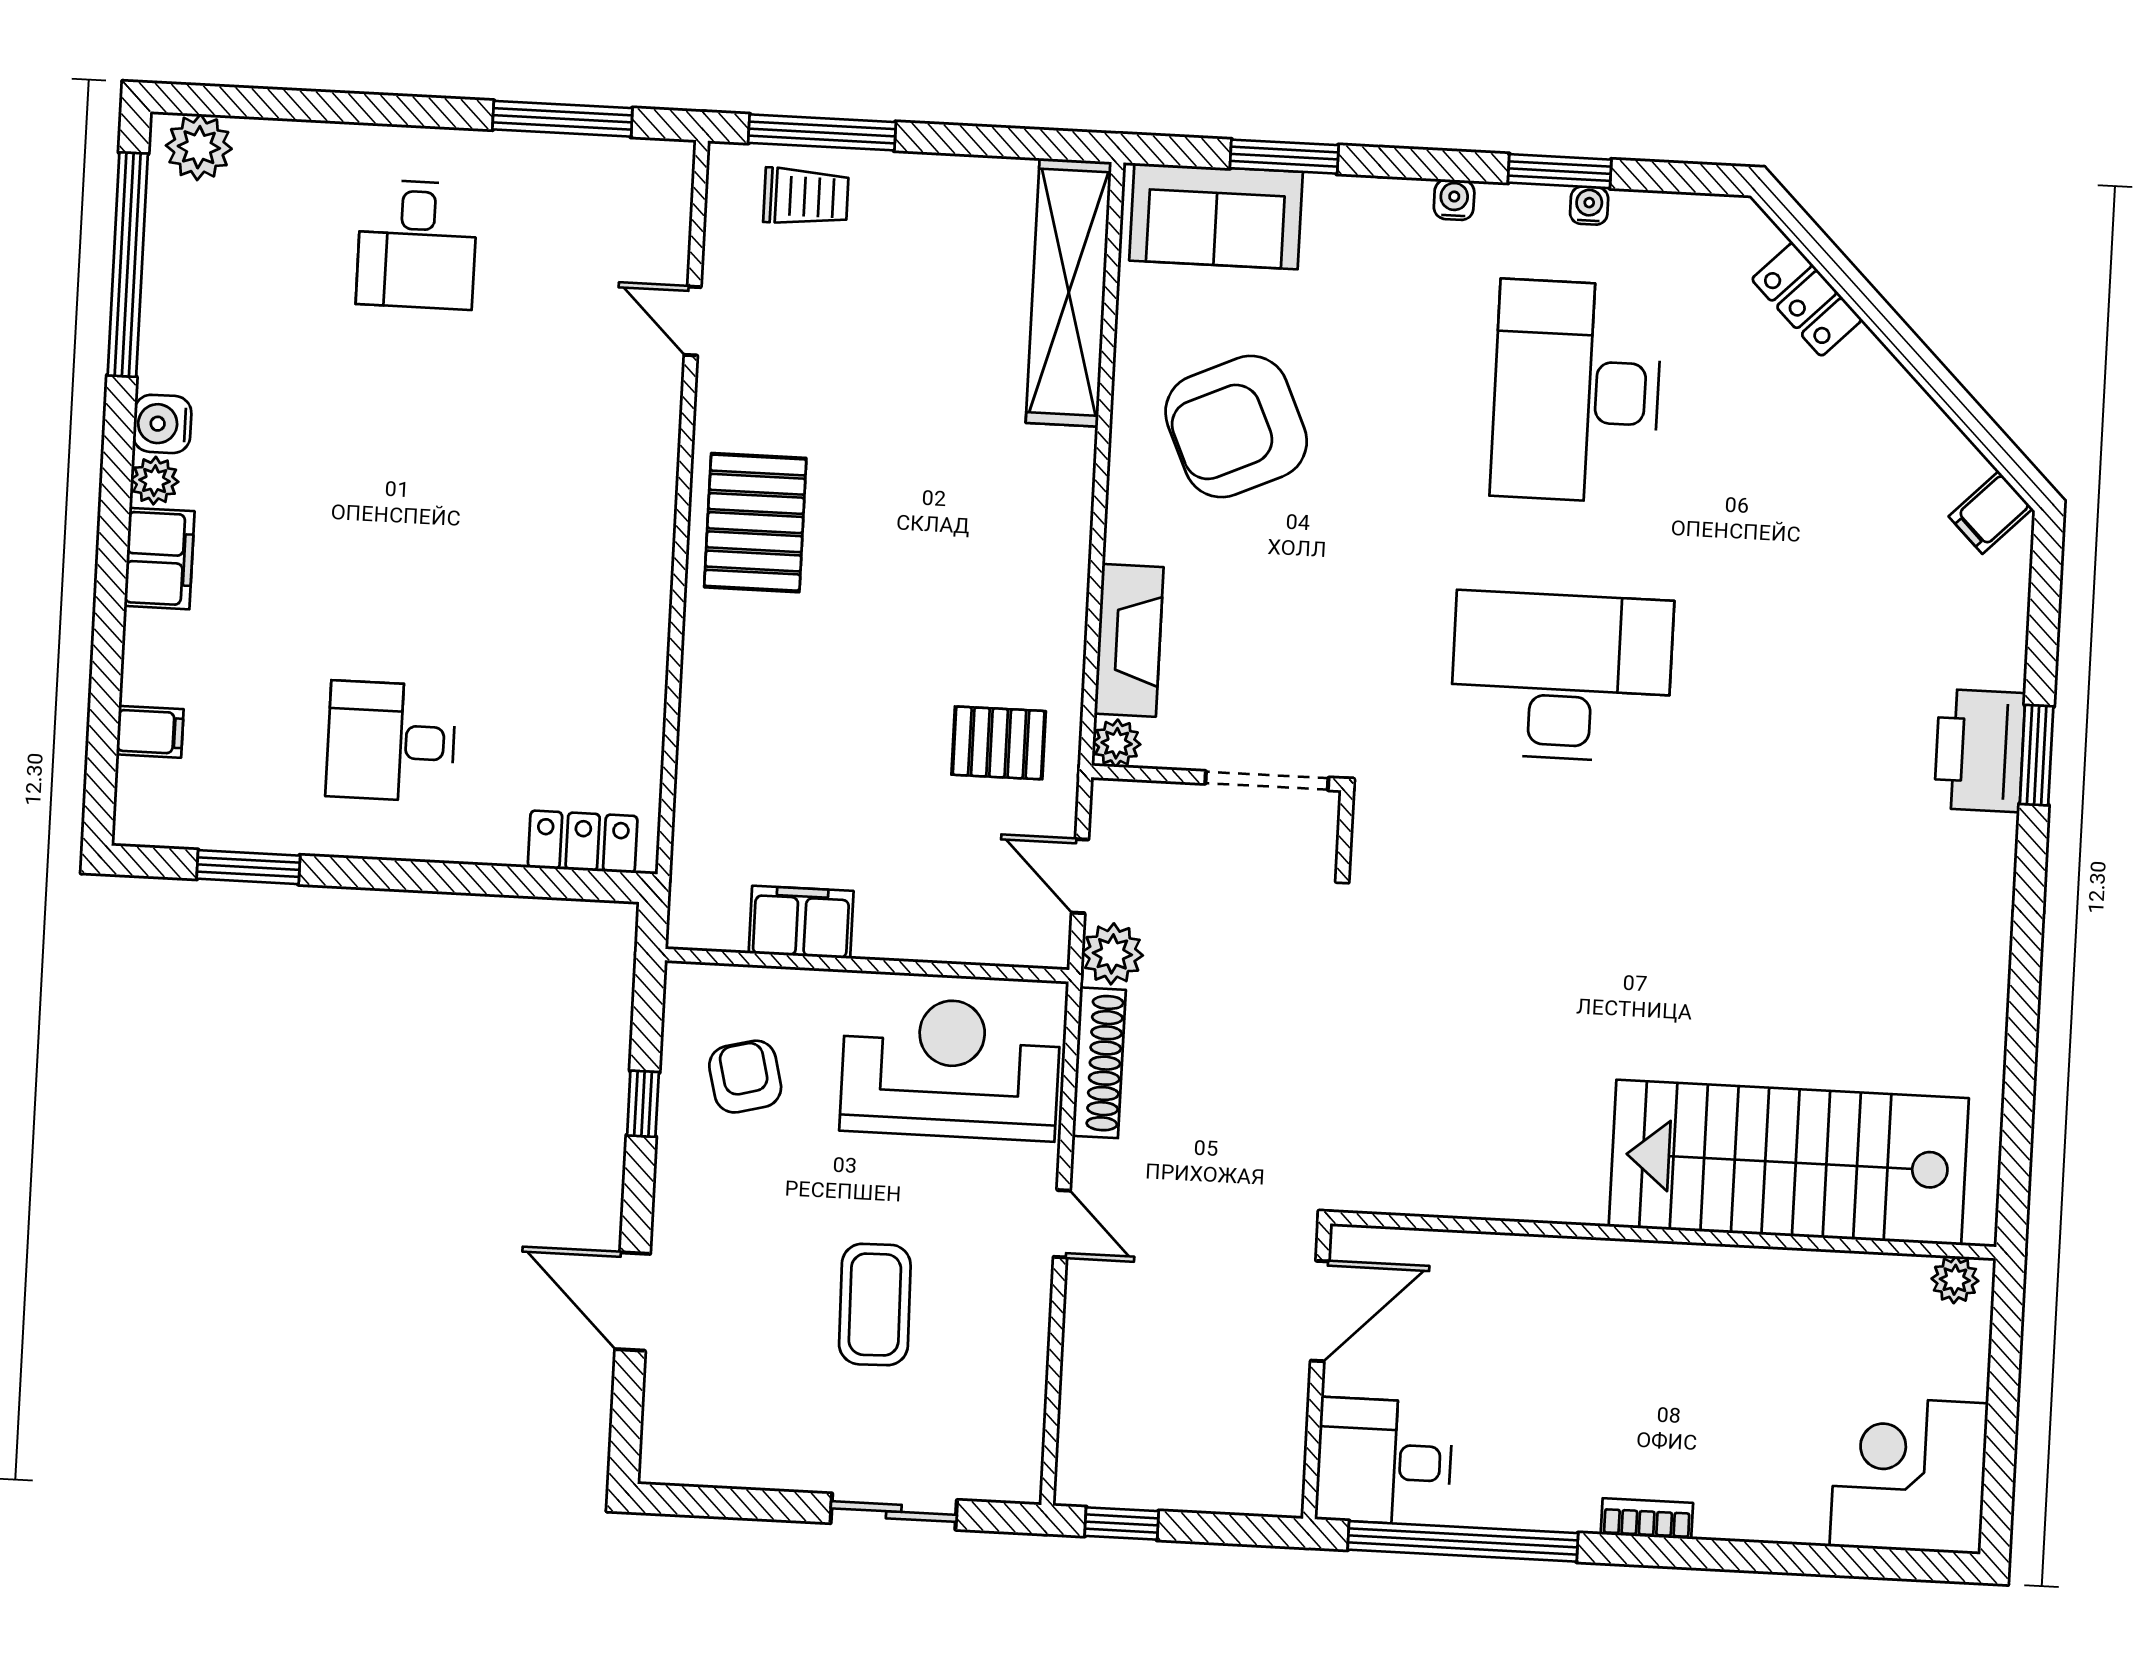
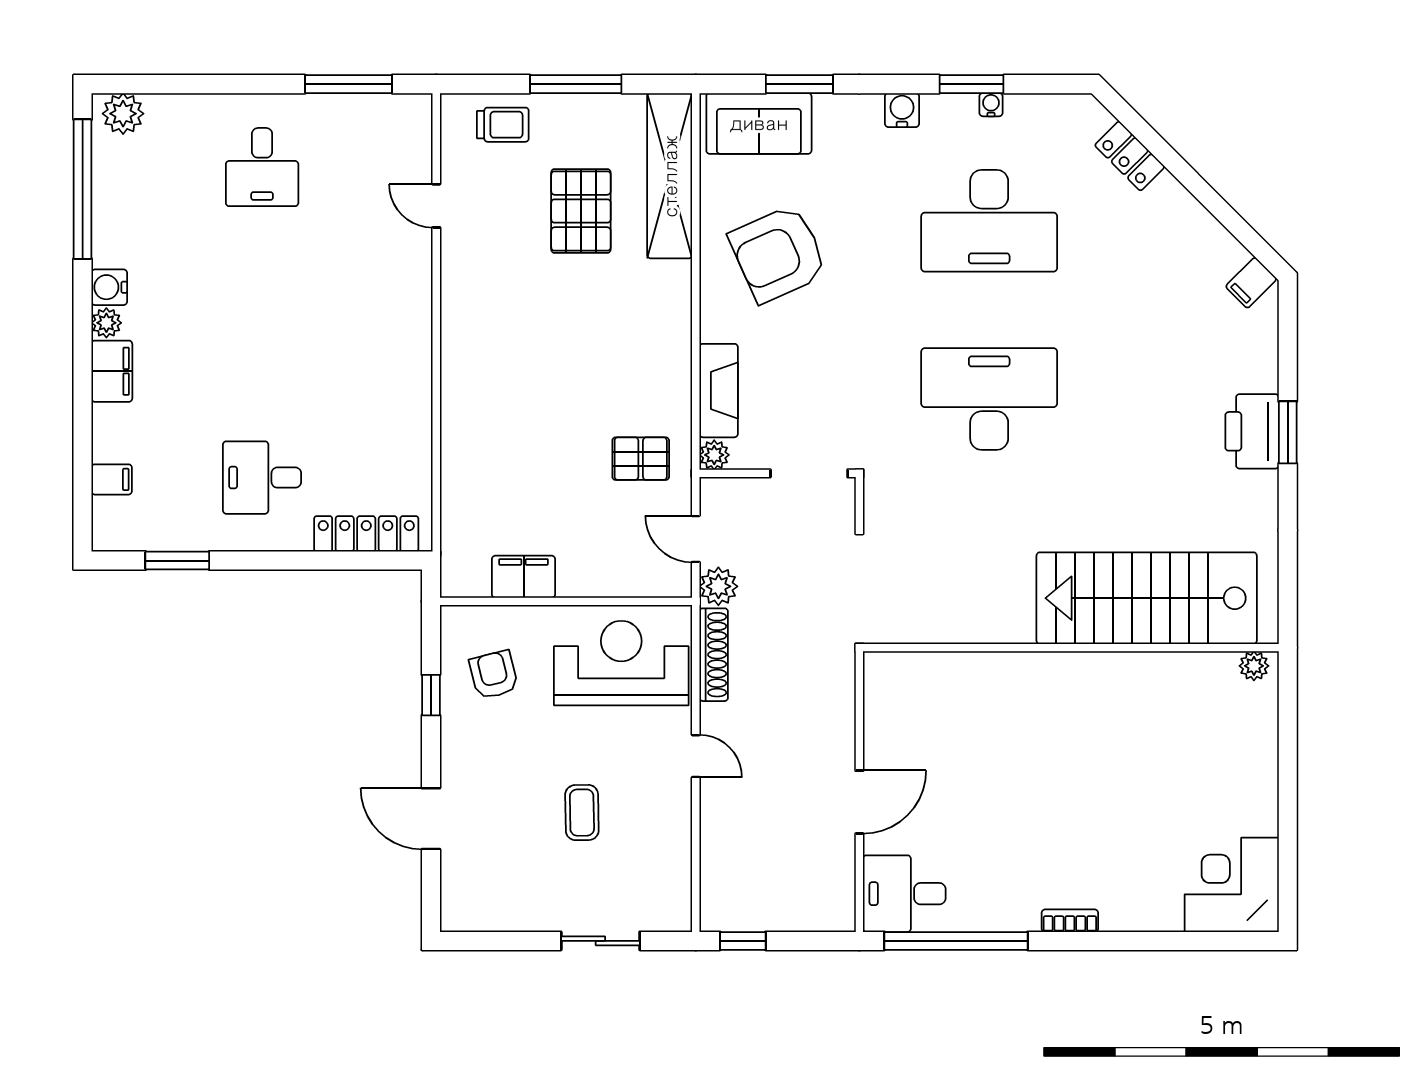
window: (822, 132) -> (576, 84), moved
water cooler: (1454, 200) -> (902, 110), width x1.38, depth x1.38
desk: (1576, 391) -> (989, 221), turned -90
pallet: (755, 523) -> (581, 211), moved
locker: (583, 842) -> (366, 534), width x1.53
stairs: (1789, 1162) -> (1147, 598), moved
wall: (1663, 1235) -> (1071, 648), moved
plant: (1955, 1280) -> (1254, 666), moved
coffee table: (875, 1305) -> (582, 813), width x0.73, depth x0.77

